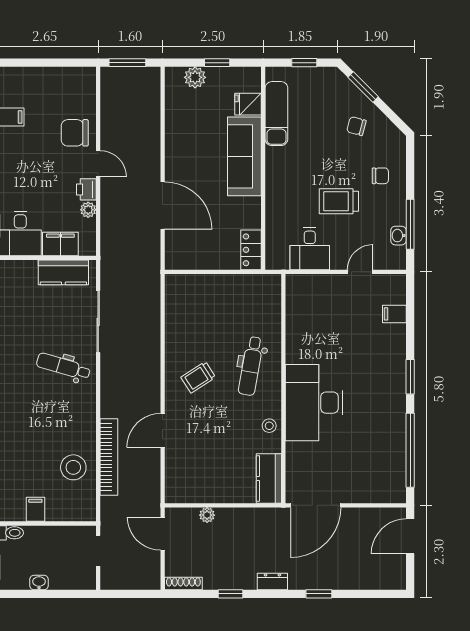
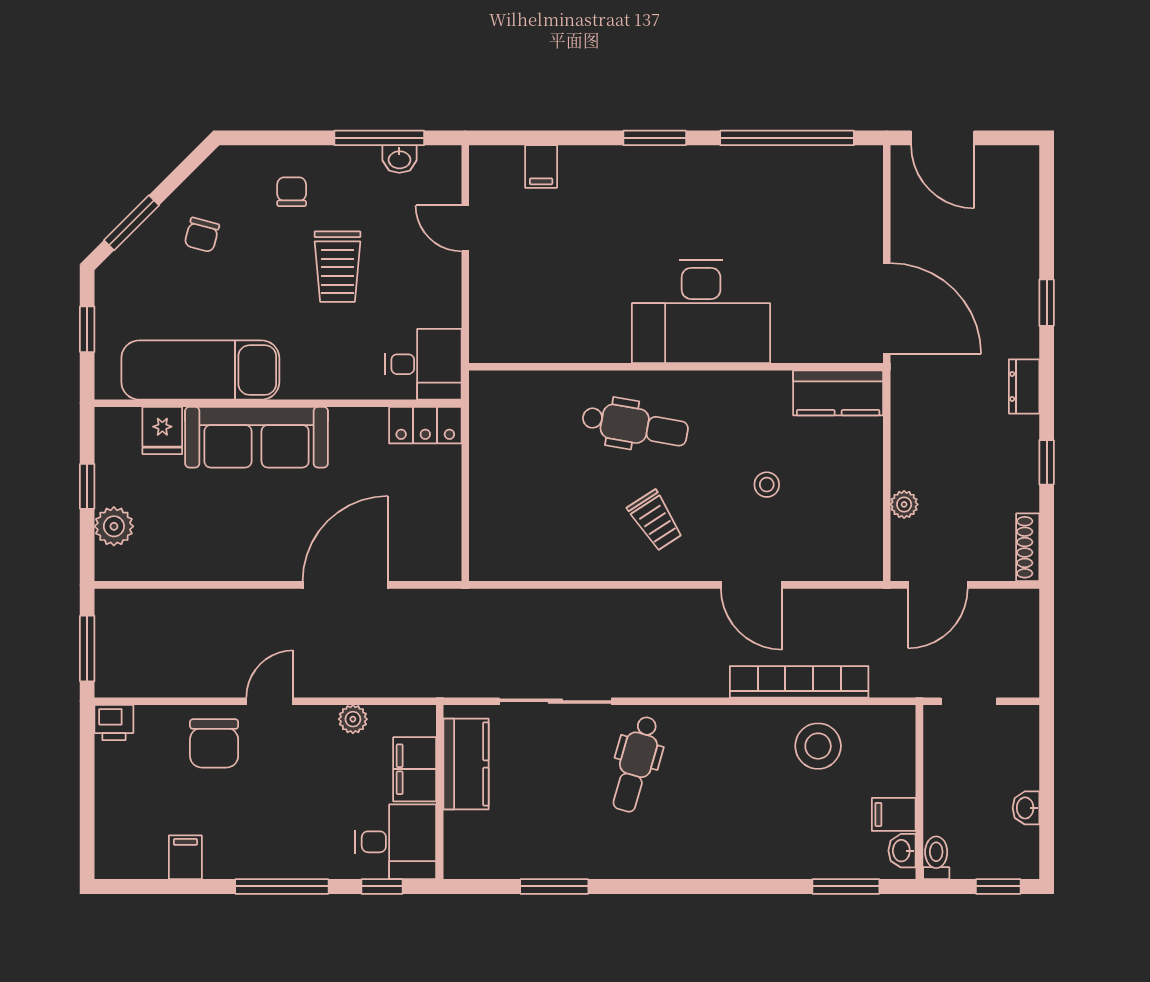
exam couch: (276, 114) -> (200, 370), width x1.36, depth x1.45
printer: (86, 189) -> (114, 722), moved
desk: (310, 249) -> (423, 364), moved
stool: (269, 426) -> (767, 485), moved
washbasin: (15, 514) -> (902, 851), added

